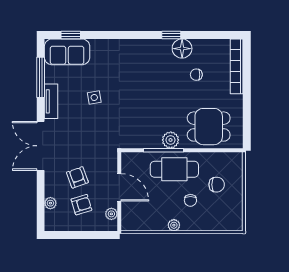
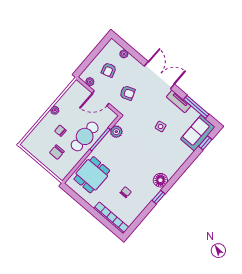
floor lamp: (182, 49) -> (160, 180), moved
plant: (171, 140) -> (116, 132), moved
armchair: (77, 177) -> (127, 93), moved

